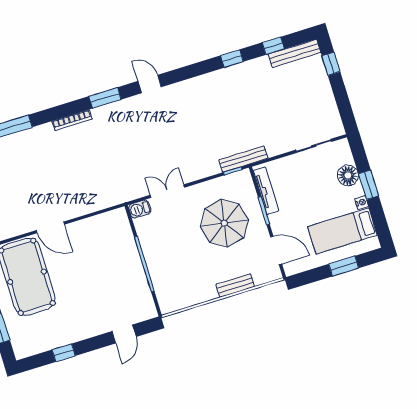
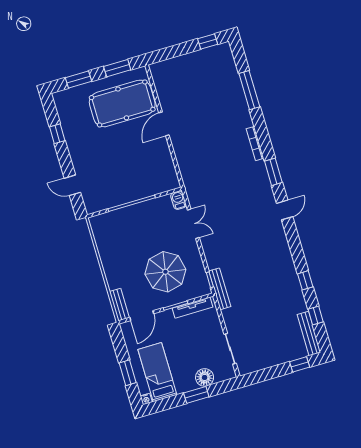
nightstand: (361, 202) -> (146, 399), moved
bench: (235, 286) -> (119, 305), moved

